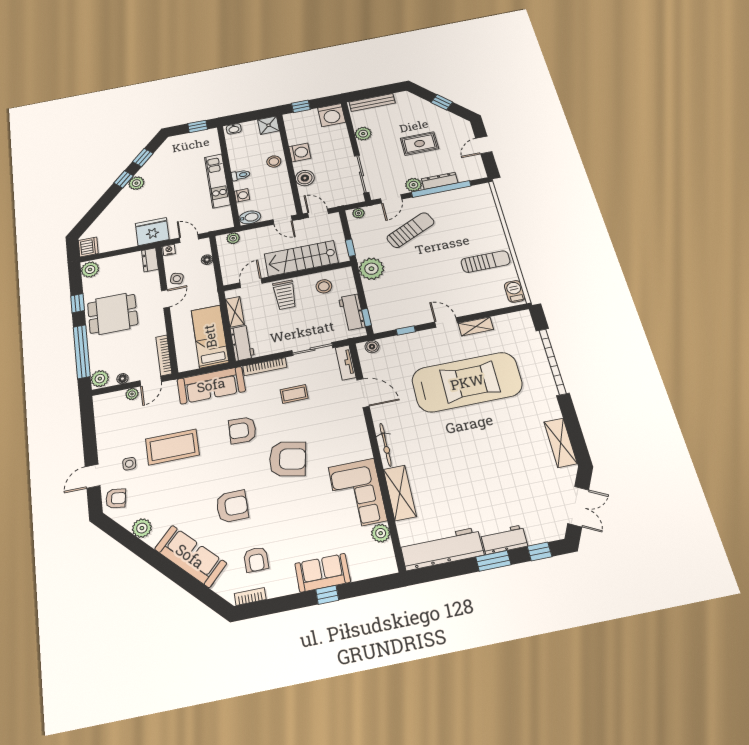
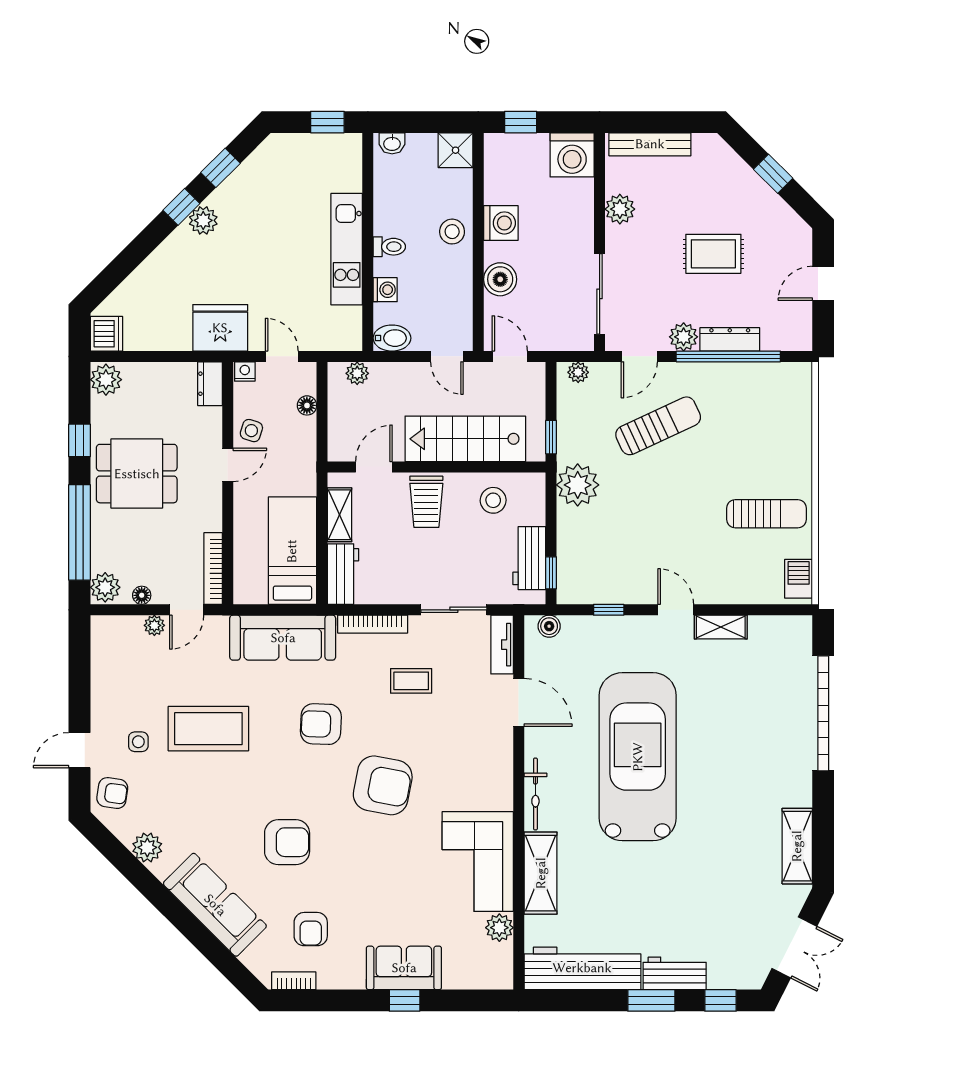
car: (467, 382) -> (638, 757), moved, turned -90

